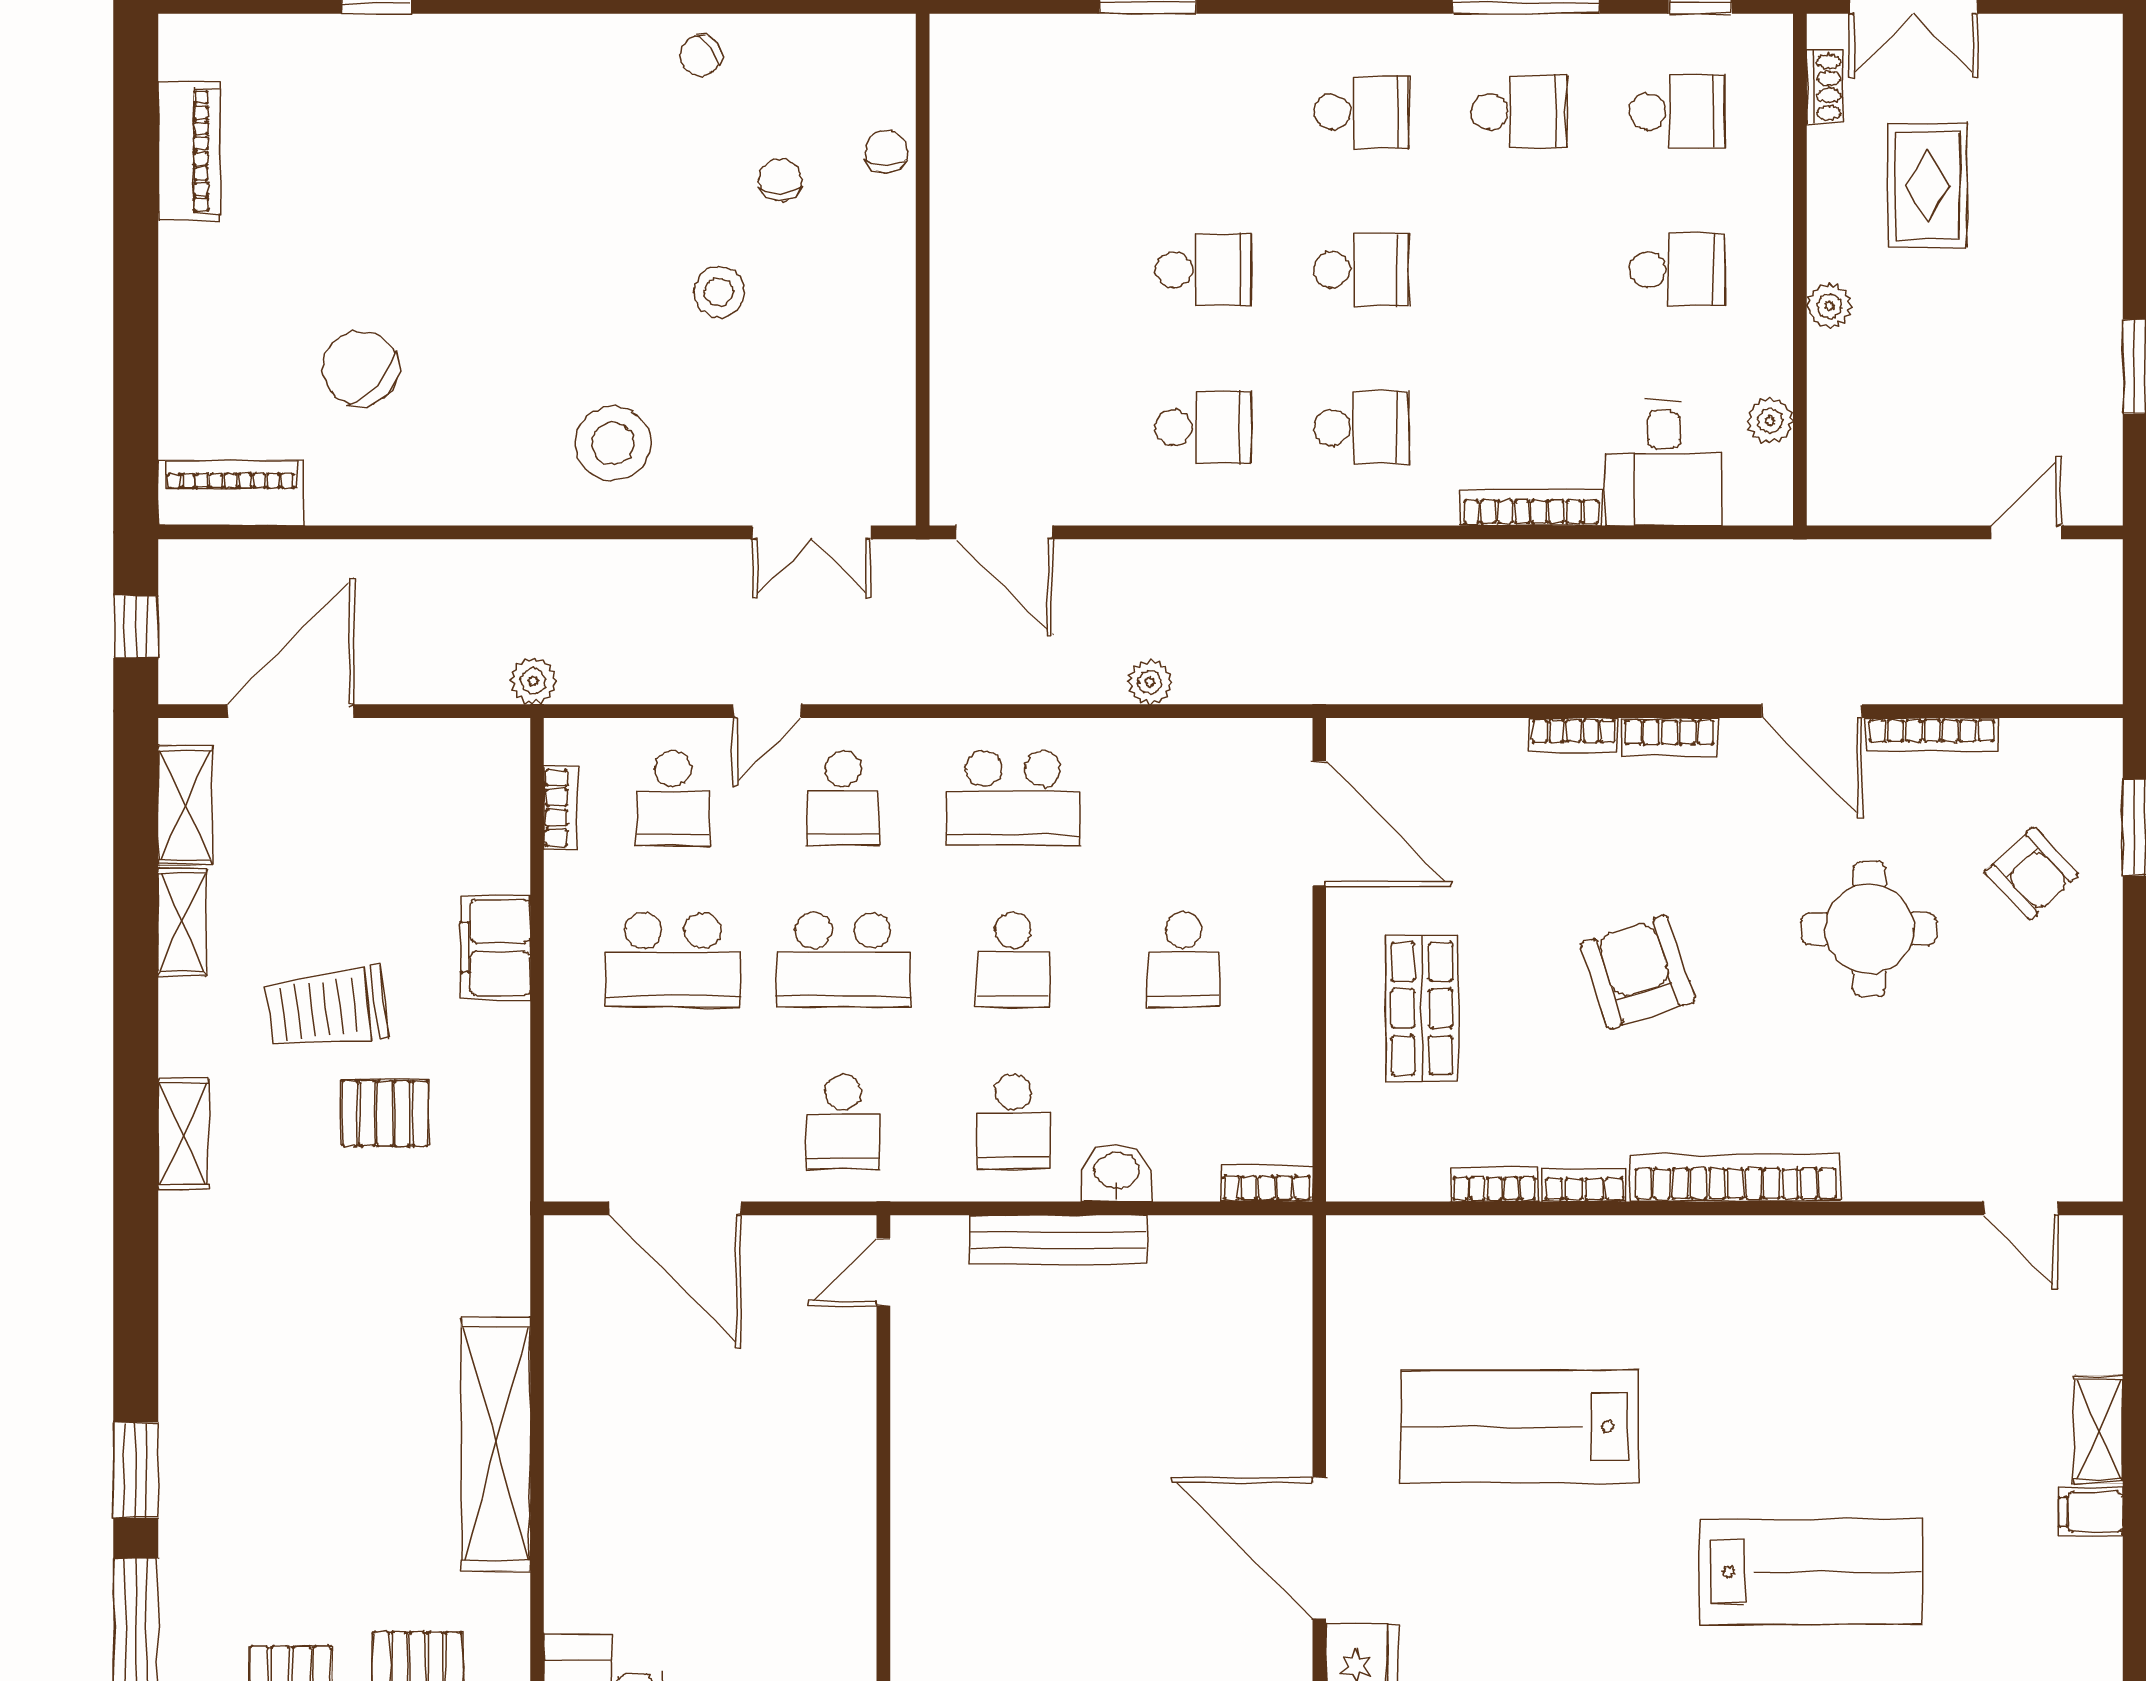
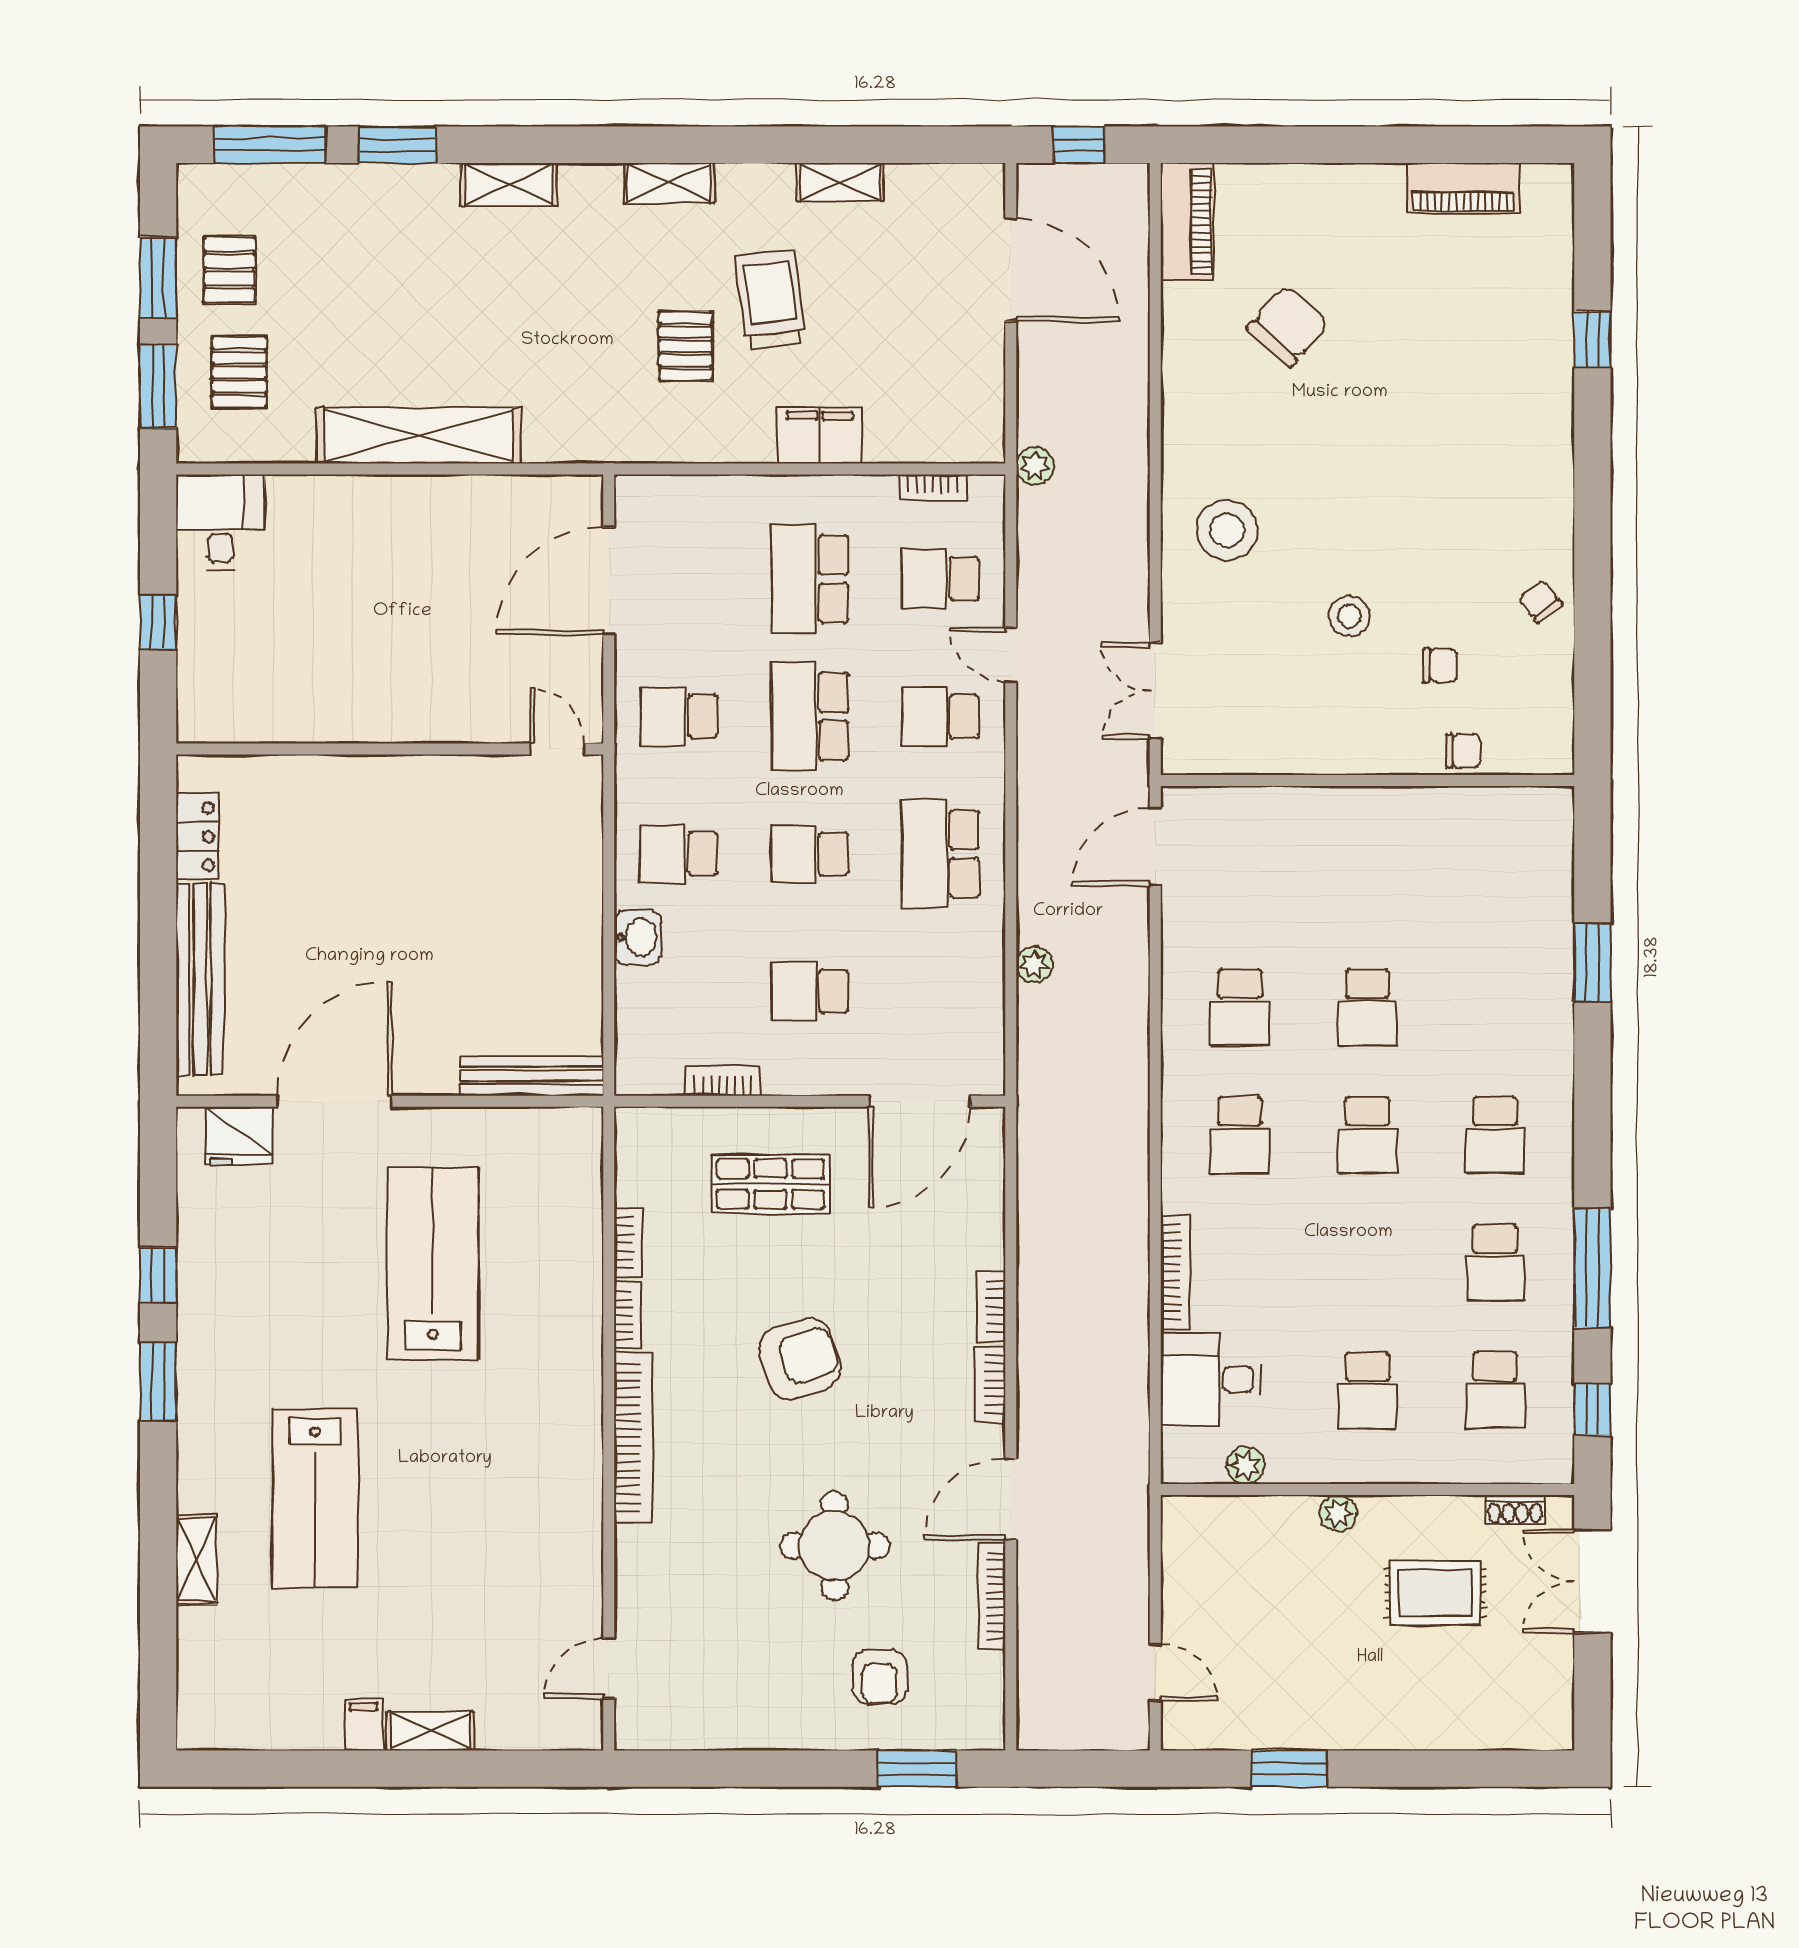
shelving: (185, 805) -> (509, 184), moved
armchair: (2032, 873) -> (880, 1677), turned -47
bookcase: (1267, 1183) -> (723, 1081), moved, turned -90
bench: (1059, 1240) -> (532, 1076), moved, turned 90

